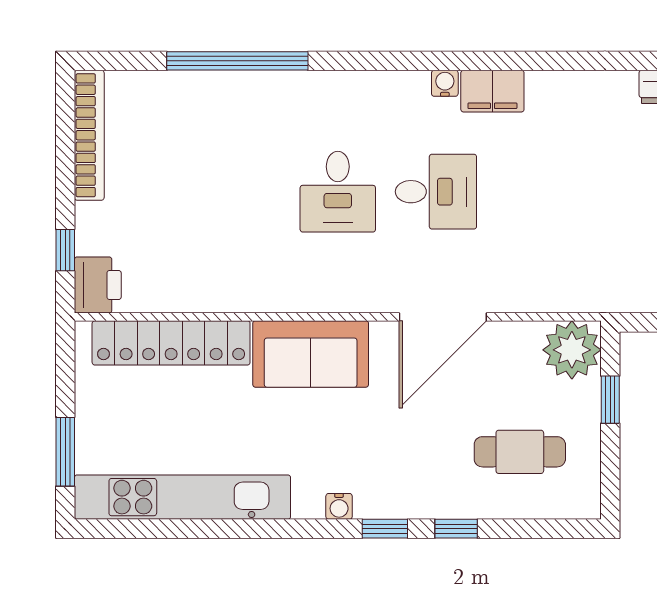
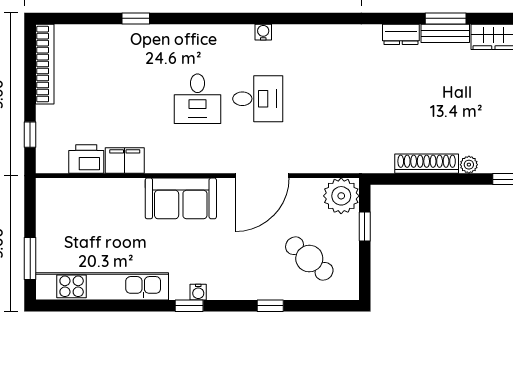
window: (237, 61) -> (136, 18), width x0.32
filing cabinet: (492, 91) -> (125, 160), moved, turned 180
printer: (98, 285) -> (86, 159), moved, turned -90
locker: (171, 343) -> (95, 192), removed
cafe table: (520, 452) -> (309, 259), turned 41
window: (385, 529) -> (189, 306), moved

